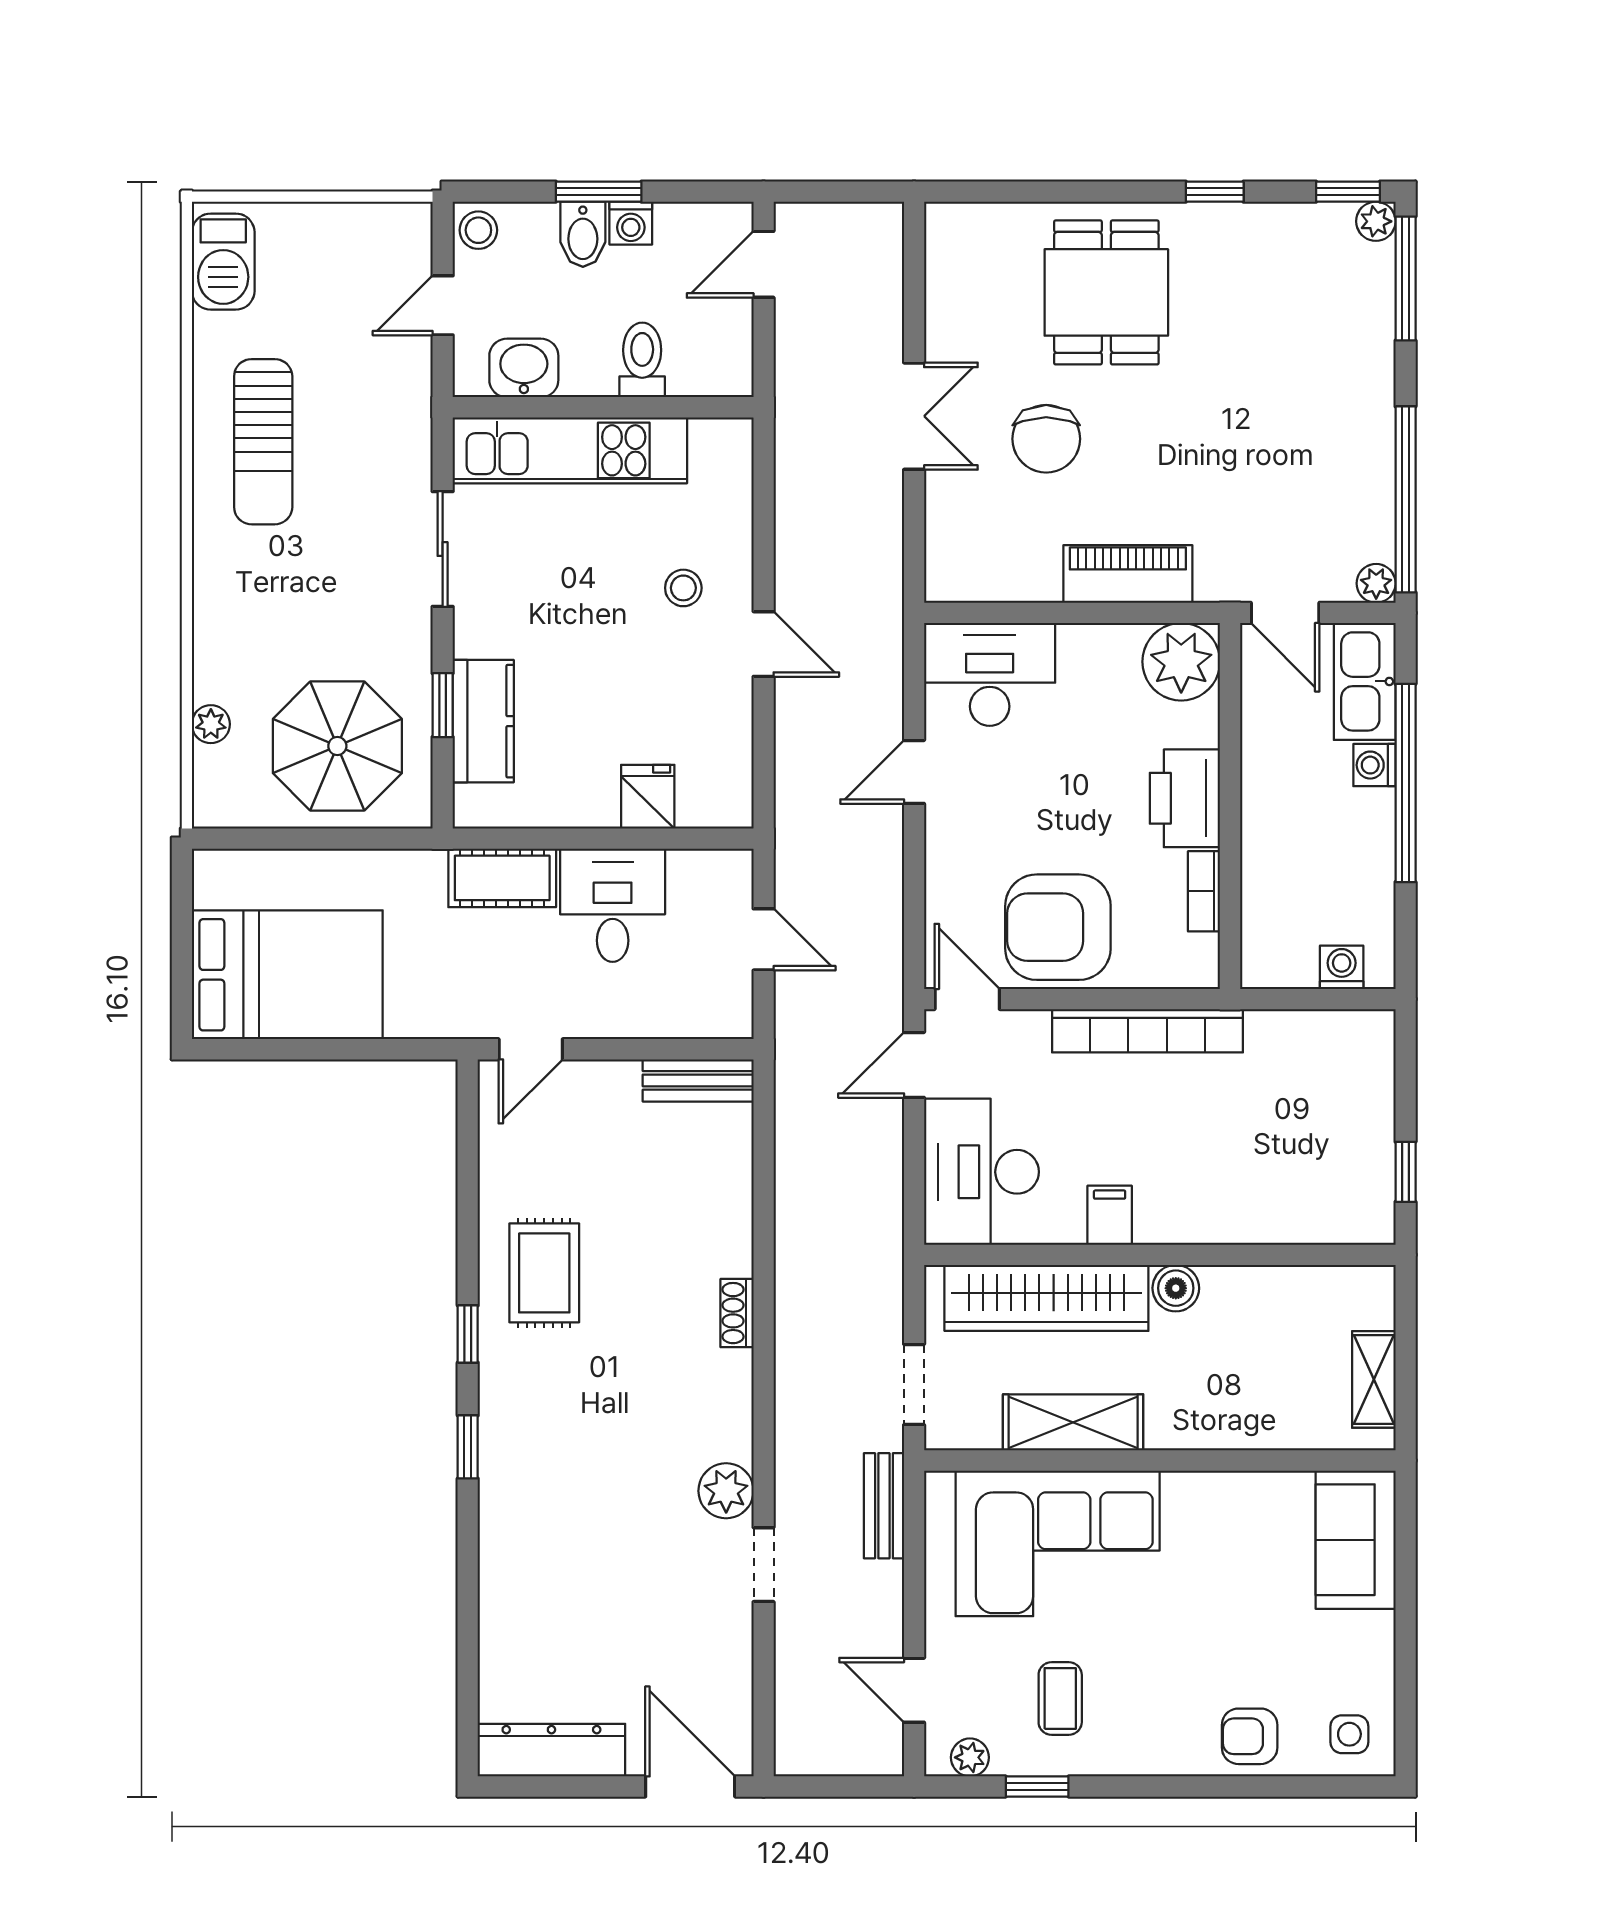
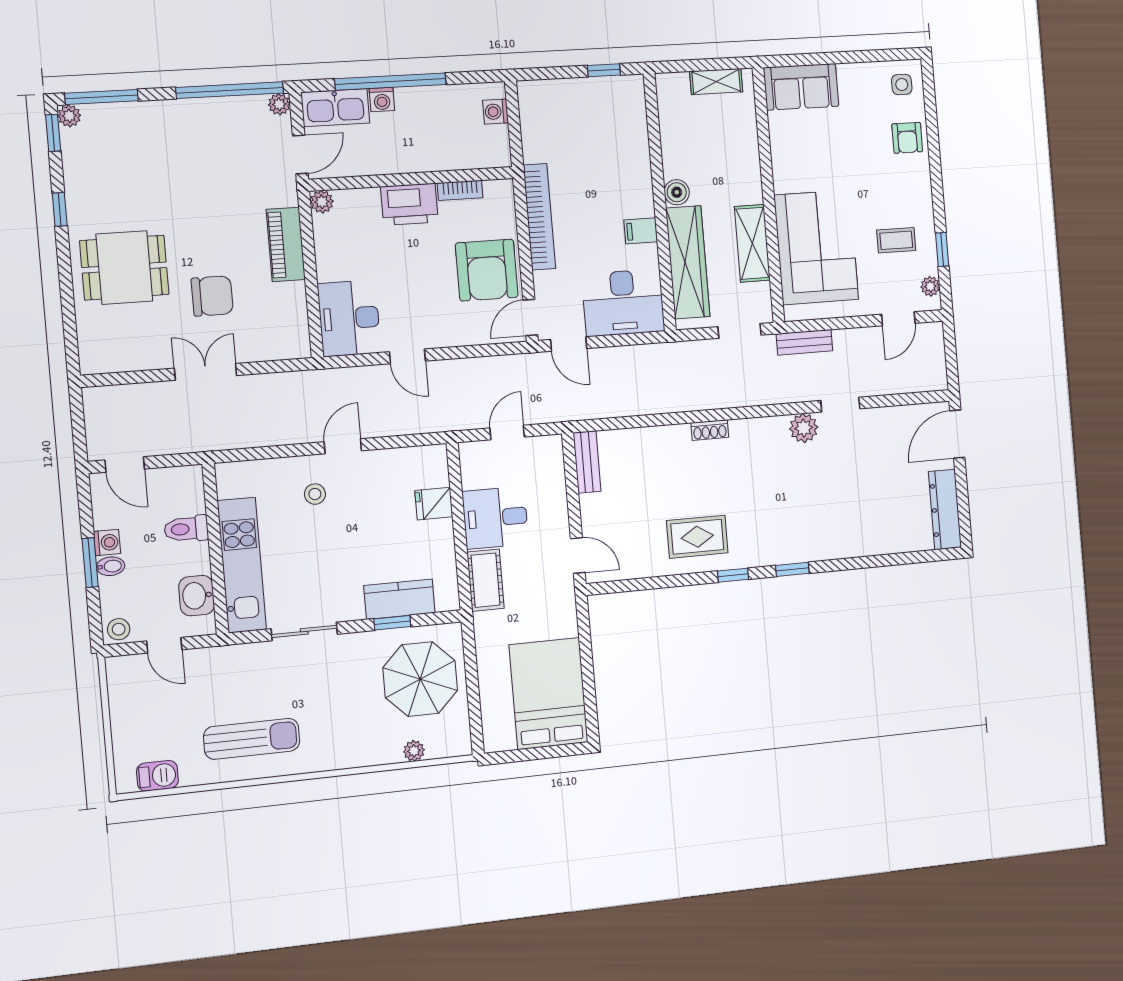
bidet: (583, 234) -> (111, 566), width x0.72, depth x0.74
barbecue: (223, 262) -> (157, 776), width x0.73, depth x0.79
plant: (1181, 662) -> (322, 202), width x0.53, depth x0.53

